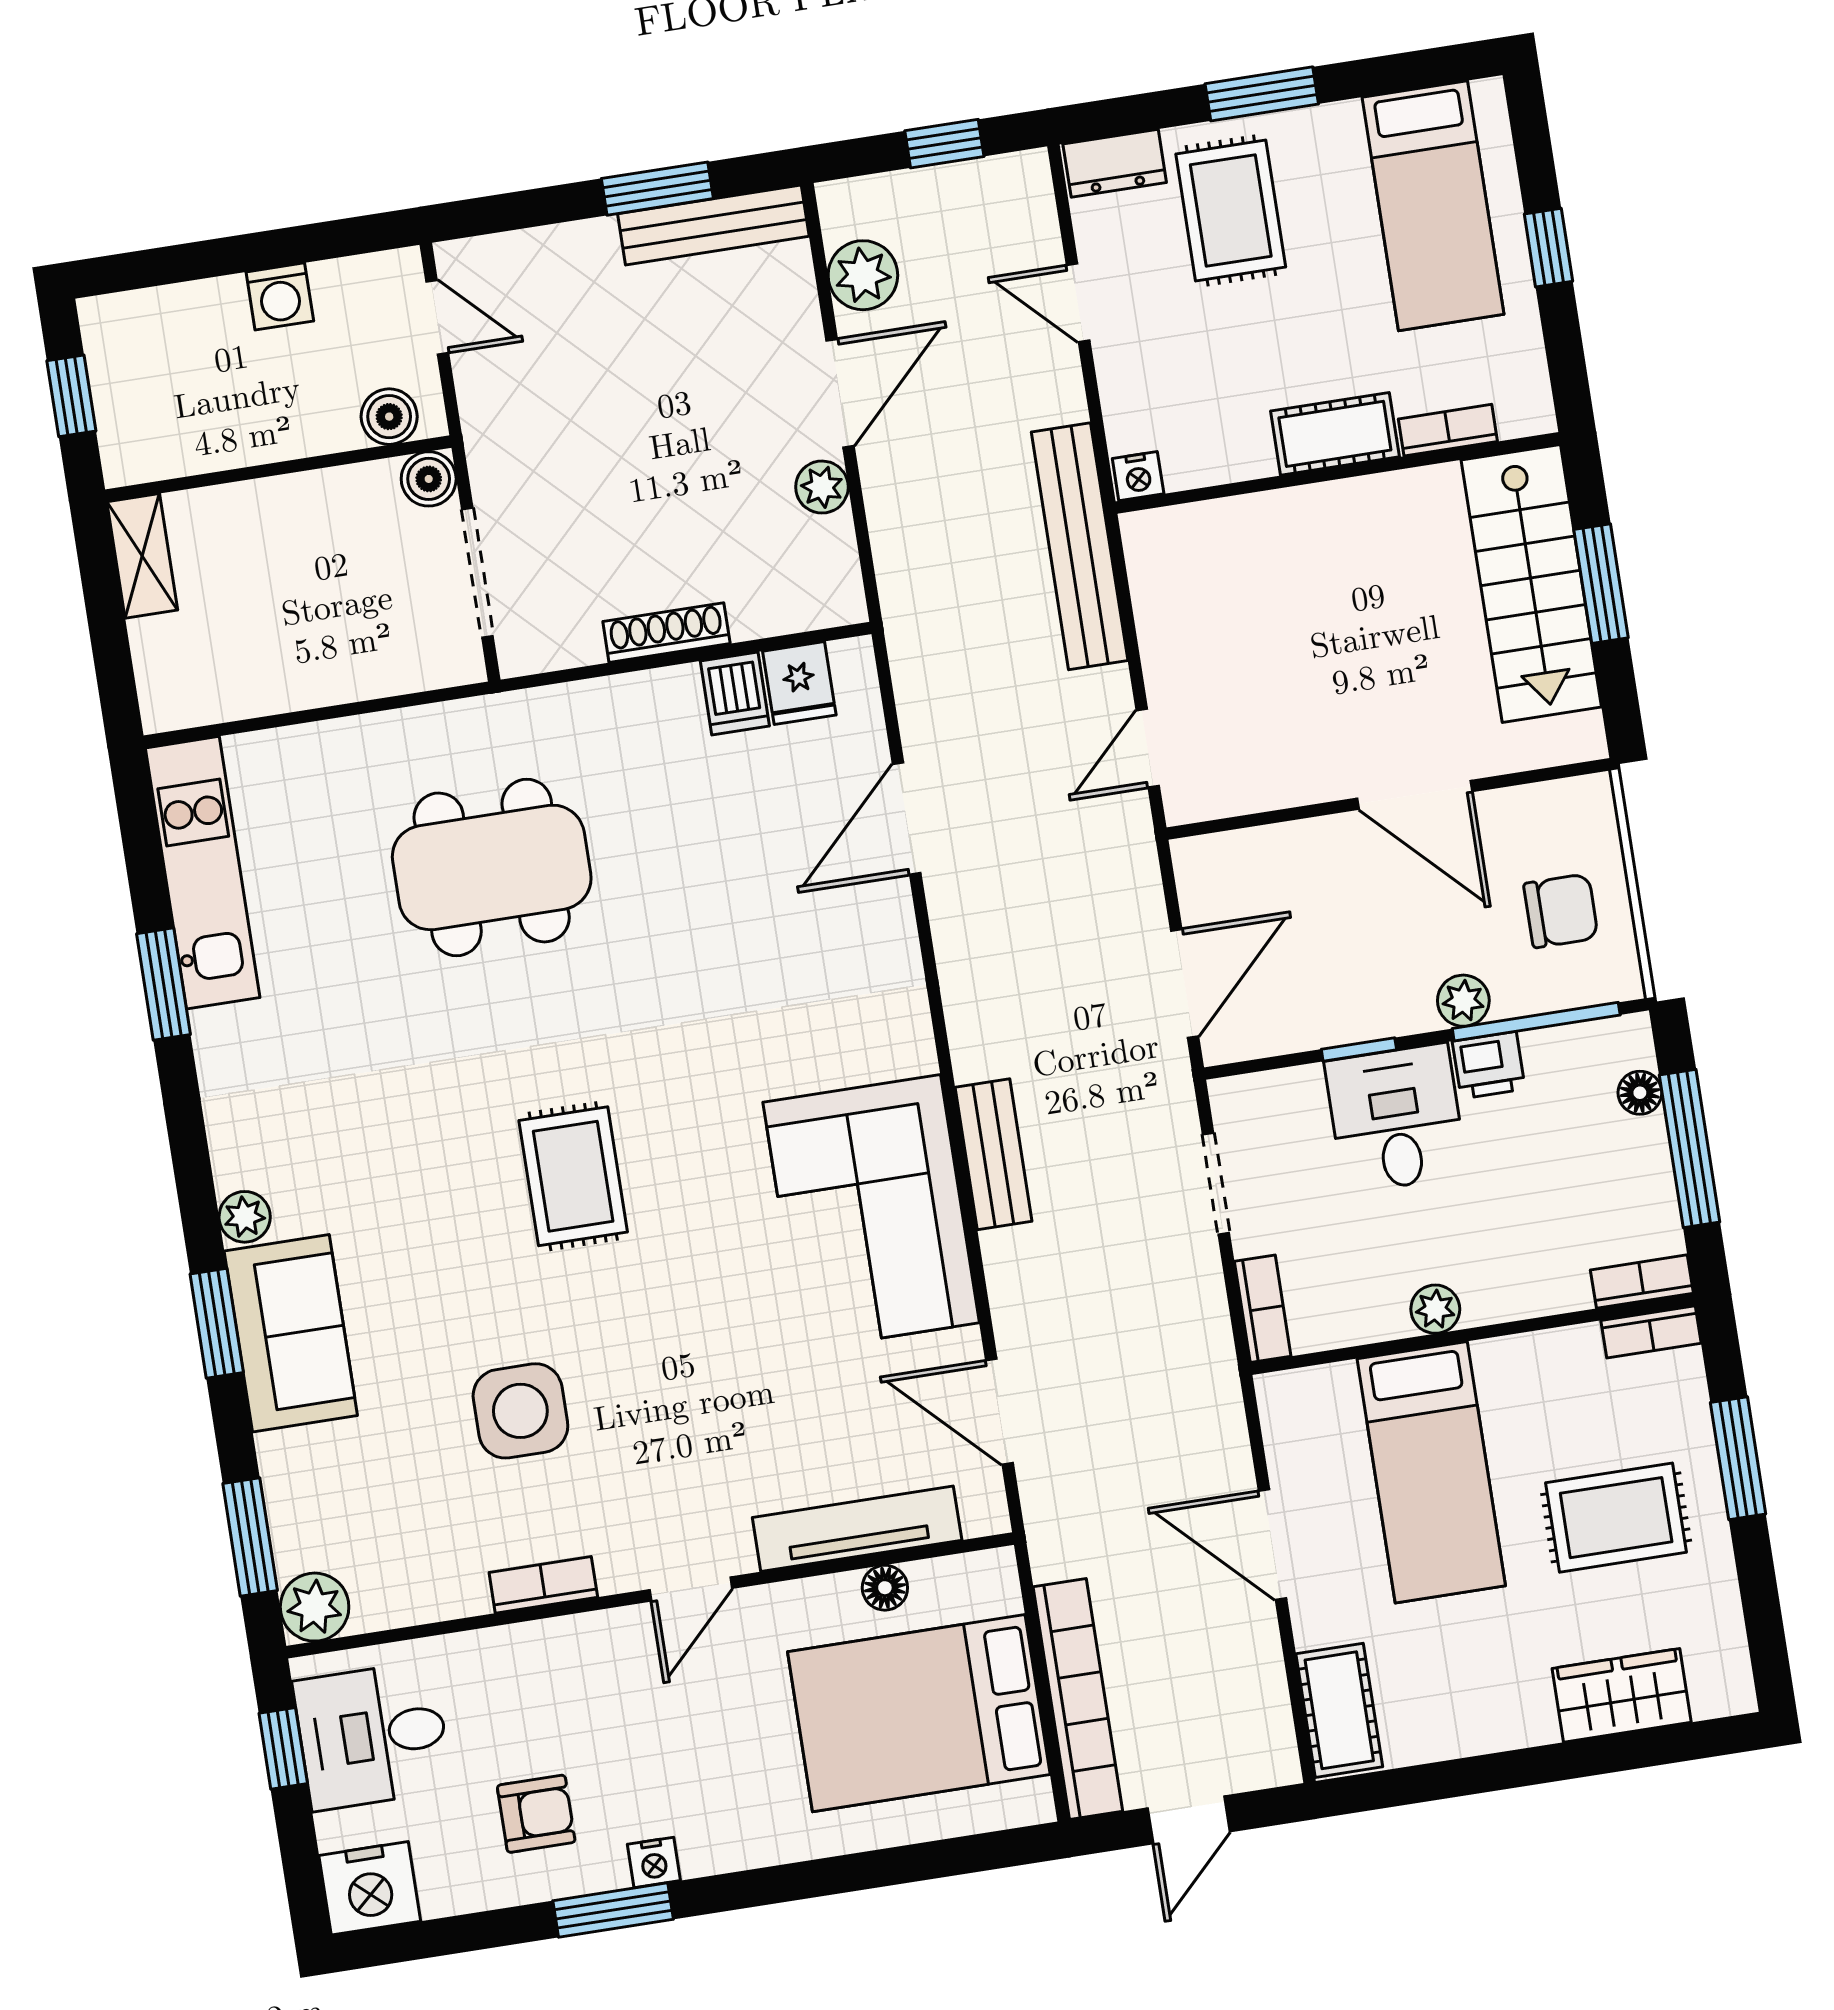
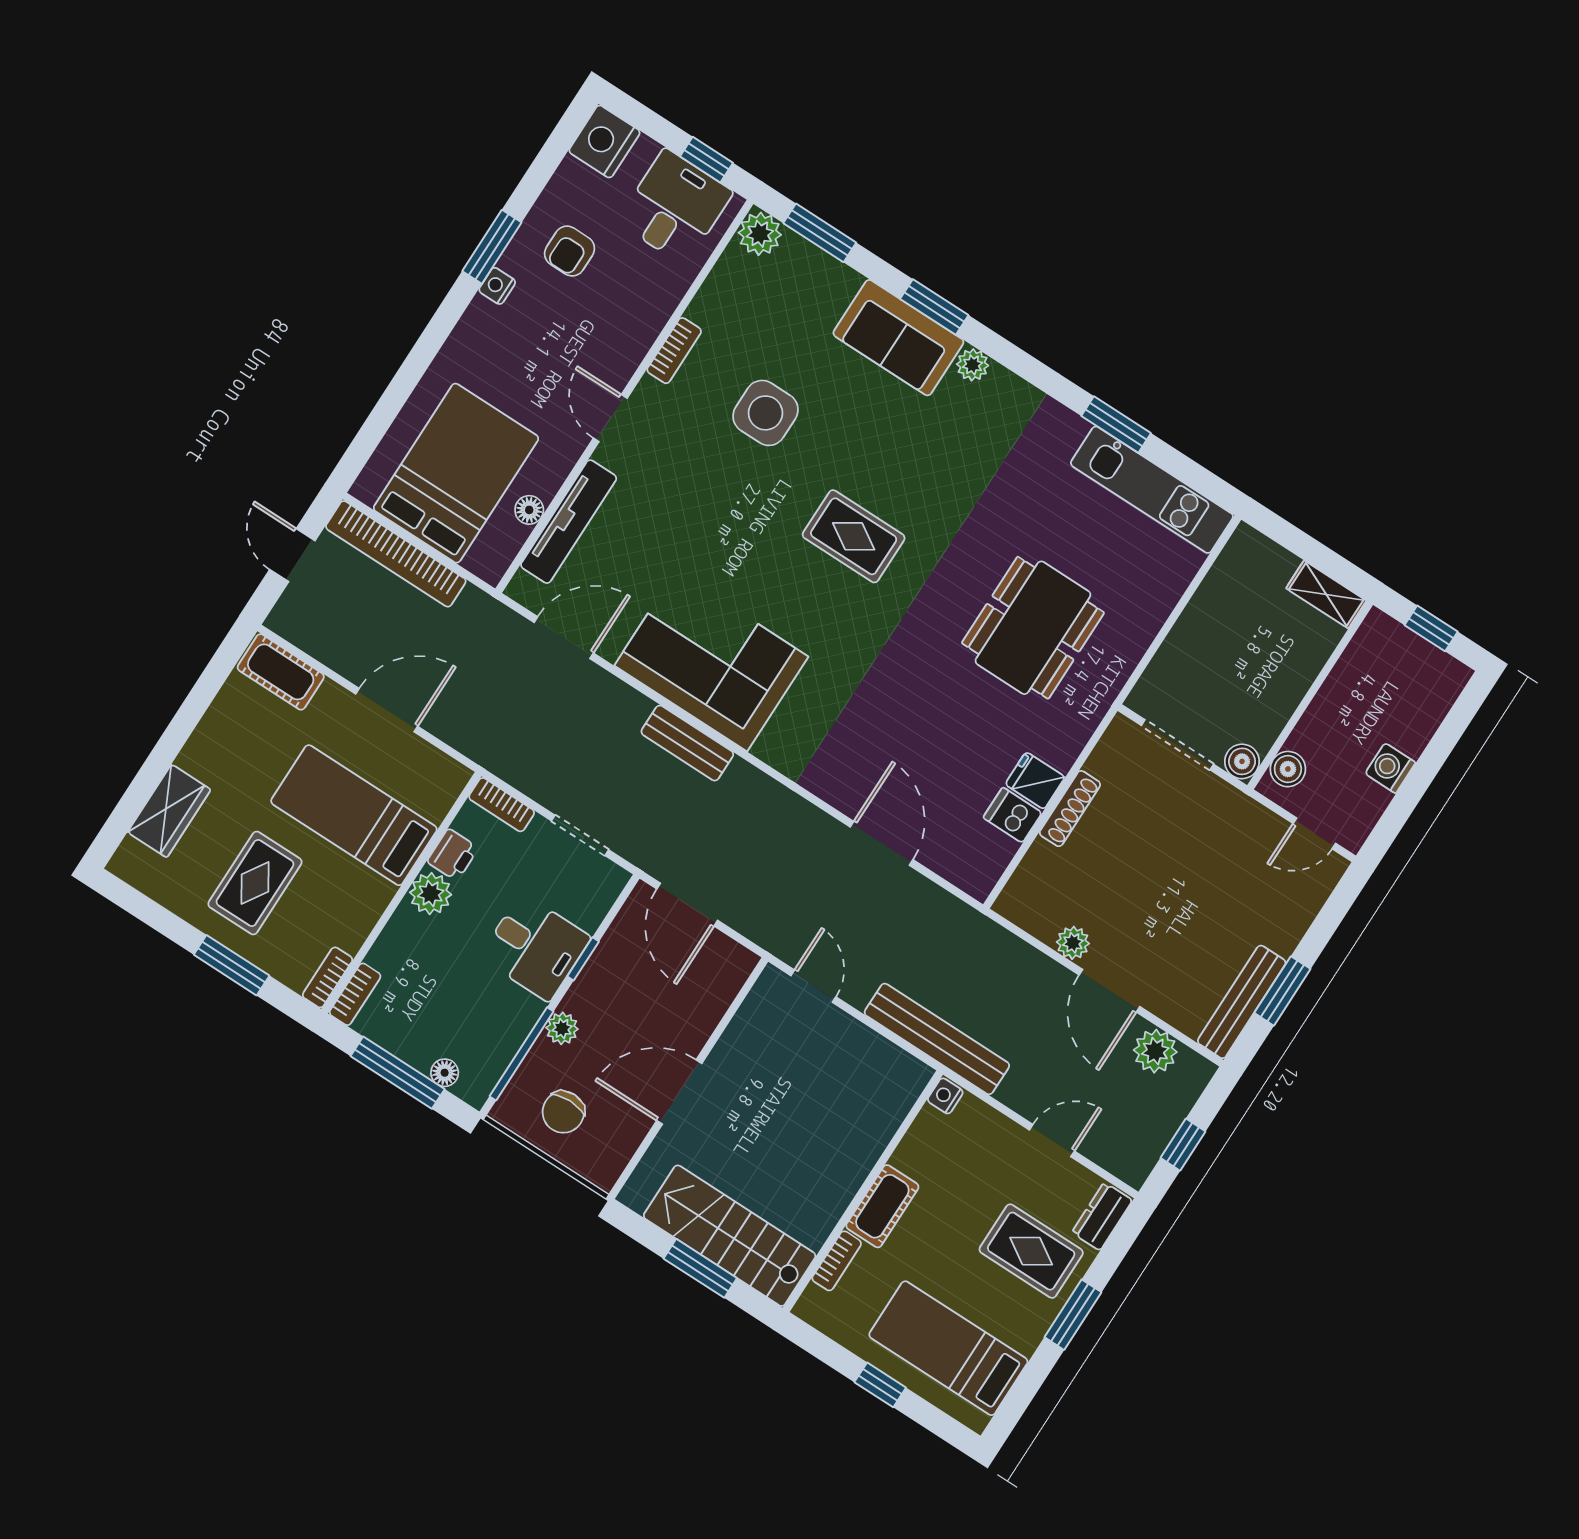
fridge: (799, 683) -> (1035, 781), moved
printer: (1489, 1065) -> (453, 855), moved, turned 180
plant: (1435, 1309) -> (431, 894), width x1.38, depth x1.38

